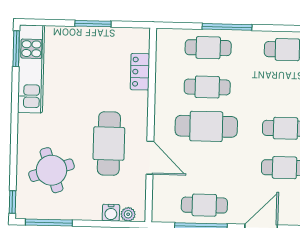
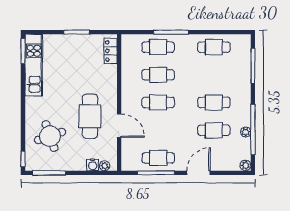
locker: (140, 72) -> (111, 51), moved
cafe table: (206, 126) -> (158, 102), width x0.73, depth x0.74

